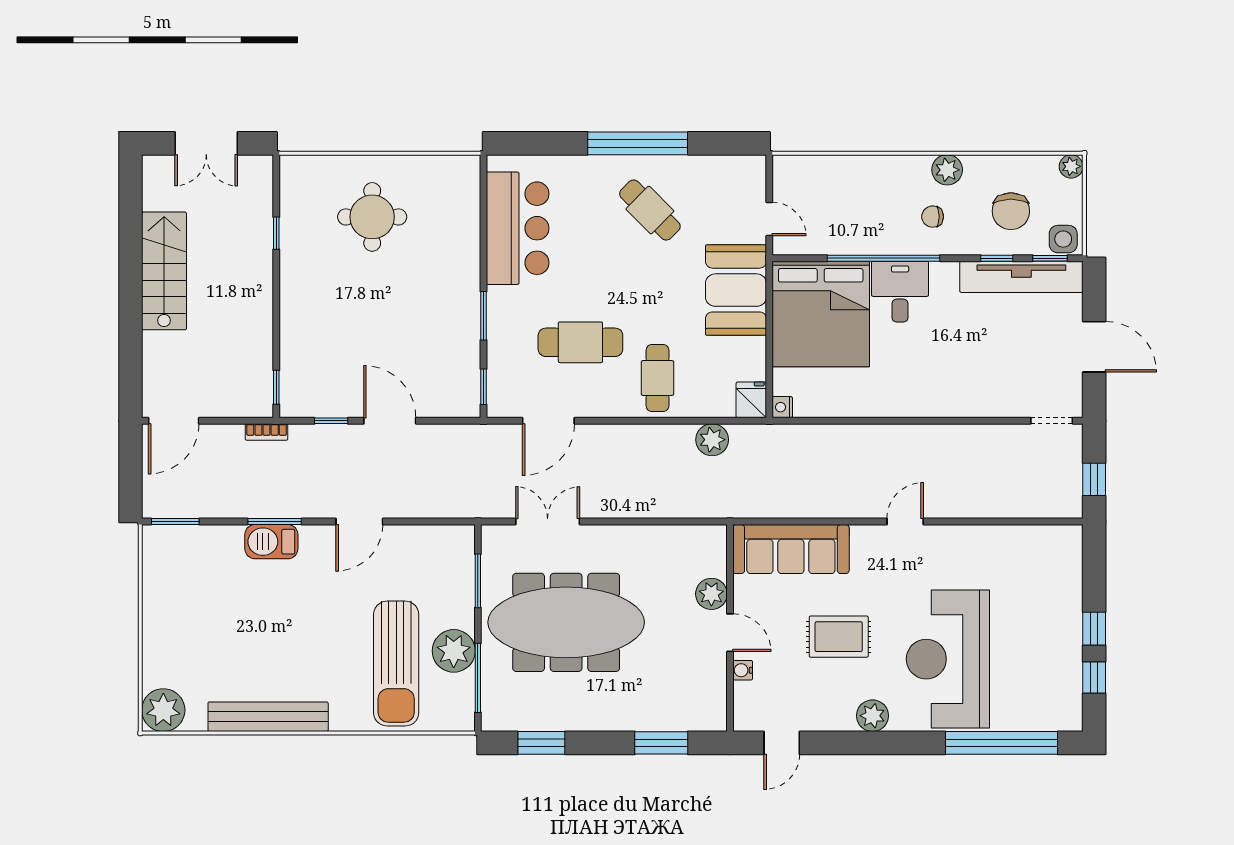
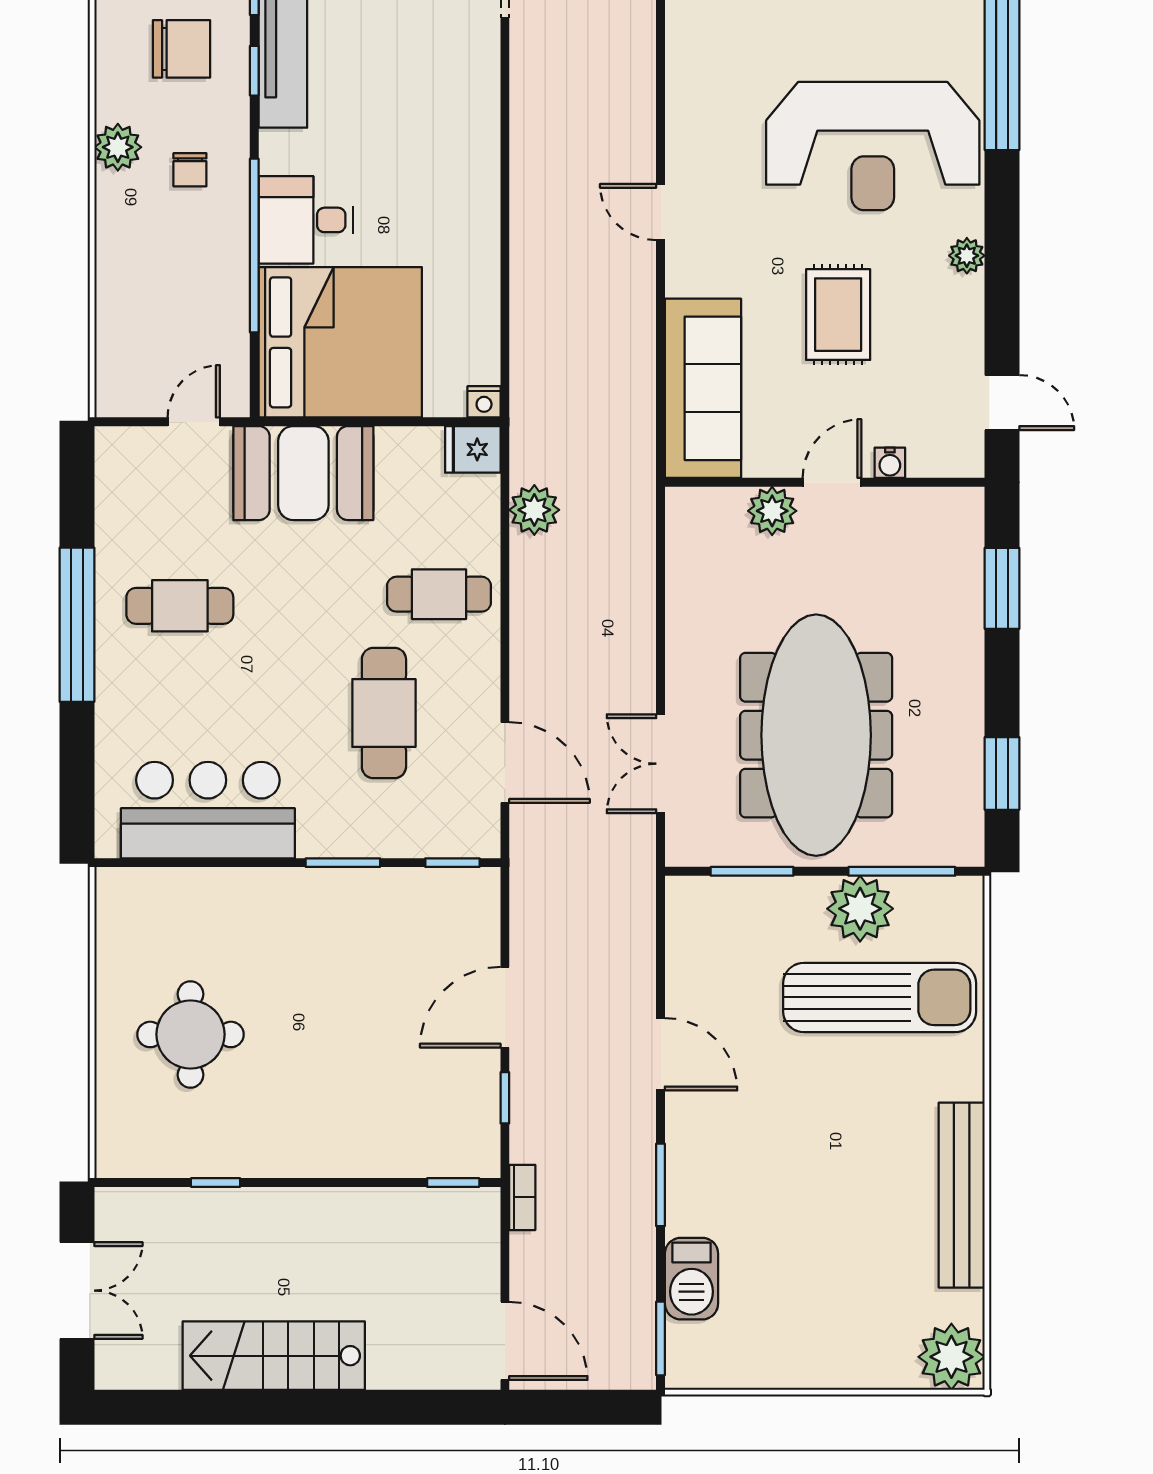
cafe table: (650, 210) -> (180, 606), turned 45
barbecue: (271, 542) -> (691, 1279), moved
plant: (872, 716) -> (967, 256), width x0.73, depth x0.73

